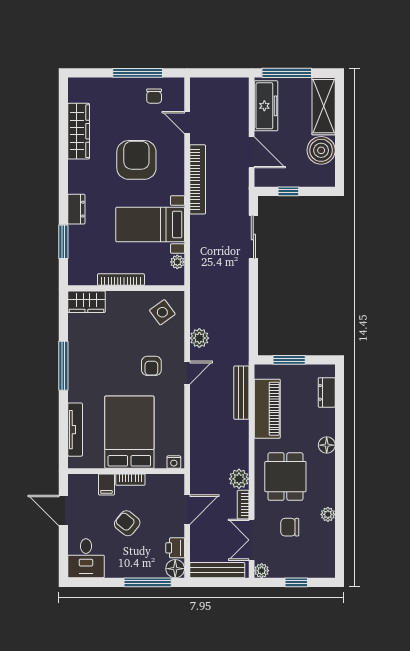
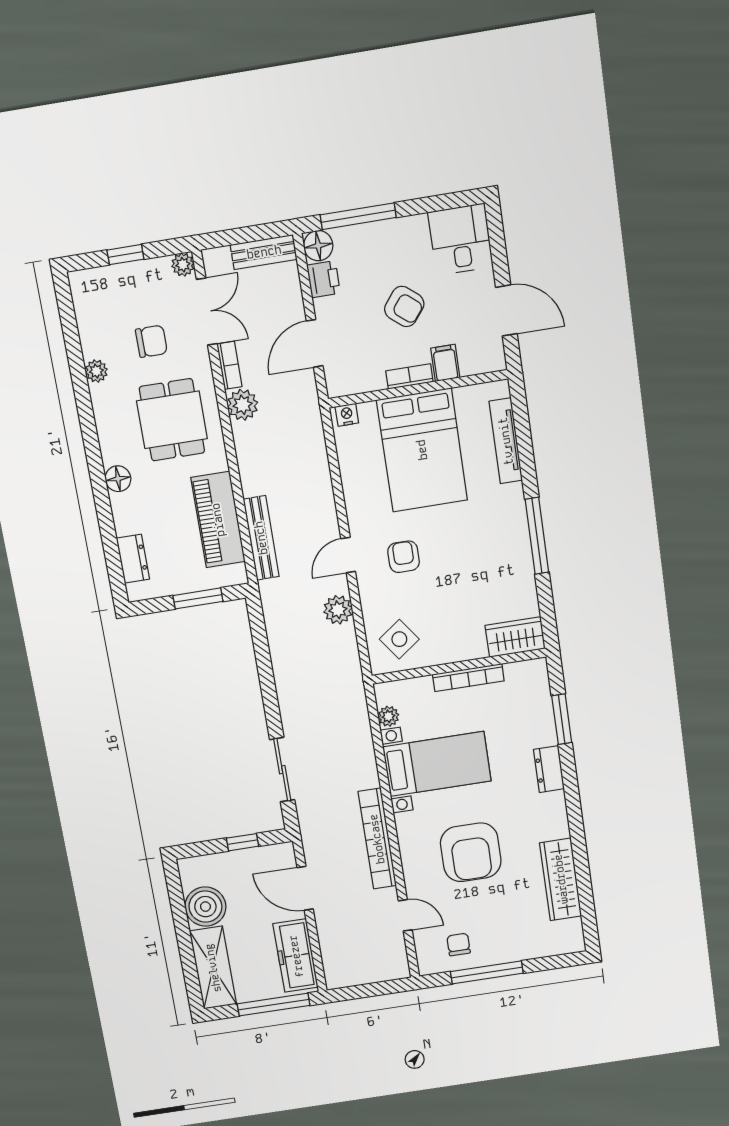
bench: (217, 570) -> (264, 252), width x0.73

